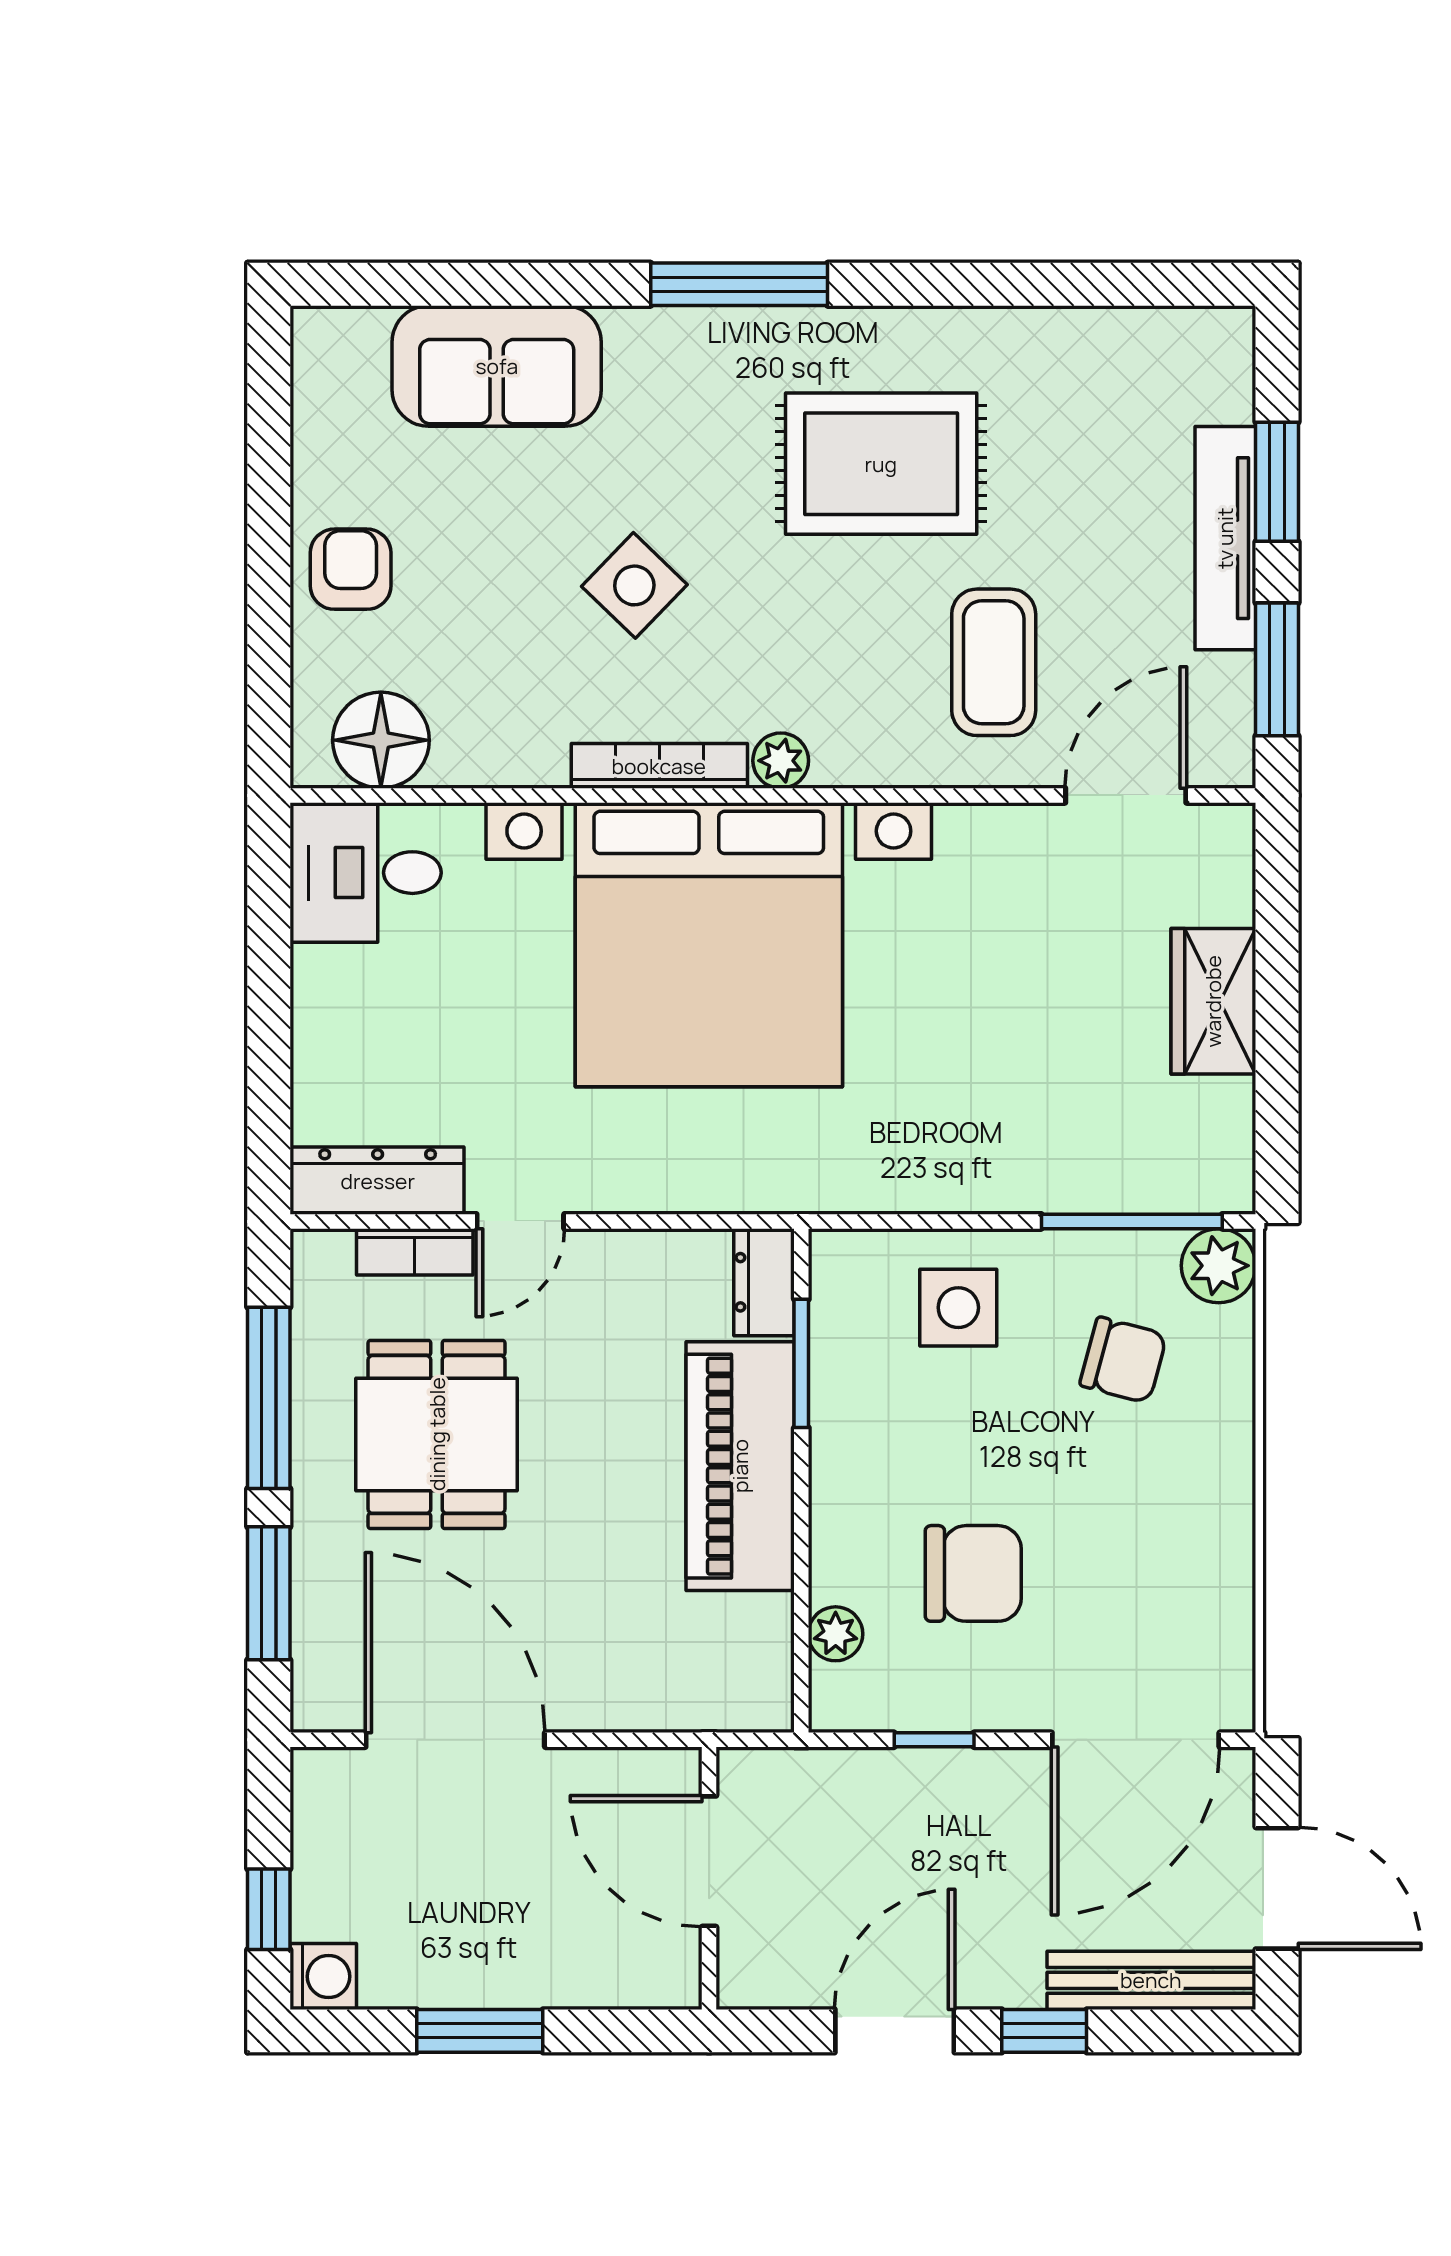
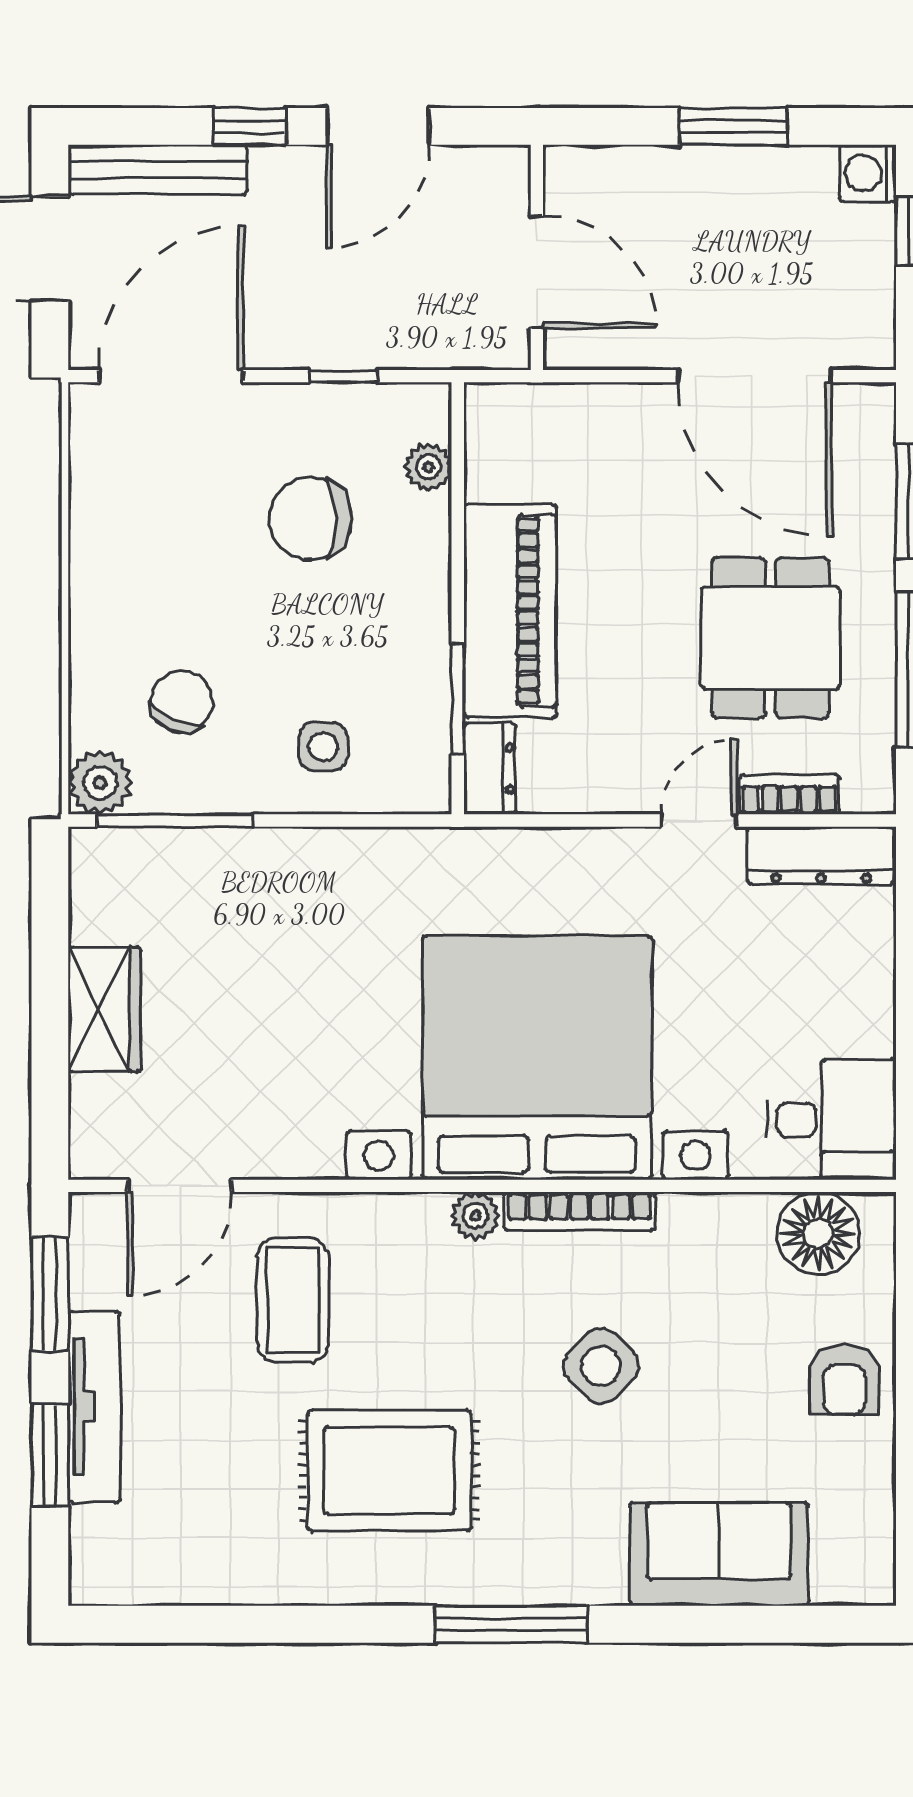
side table: (958, 1308) -> (323, 747), width x0.73, depth x0.73
chair: (1123, 1360) -> (182, 702), turned 99

